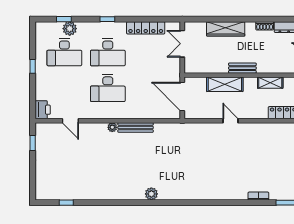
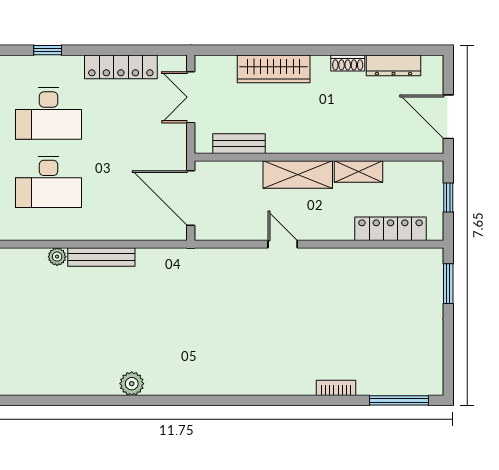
bench: (242, 68) -> (239, 144), moved
shelving: (225, 84) -> (298, 174), moved

